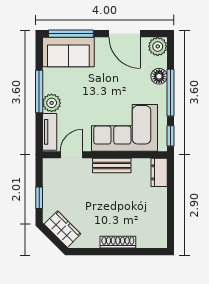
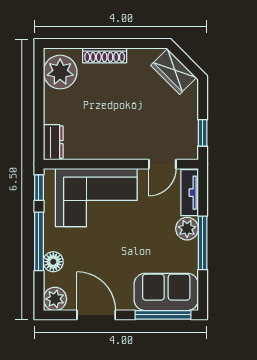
bench: (112, 165) -> (112, 151), removed
window: (39, 198) -> (203, 133), moved
plant: (154, 229) -> (60, 72), added

